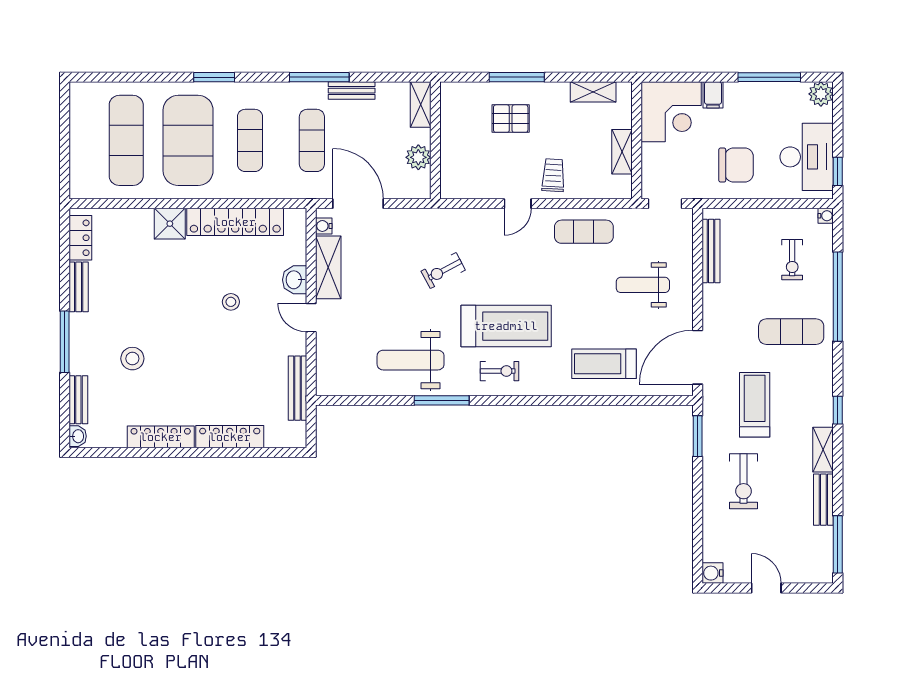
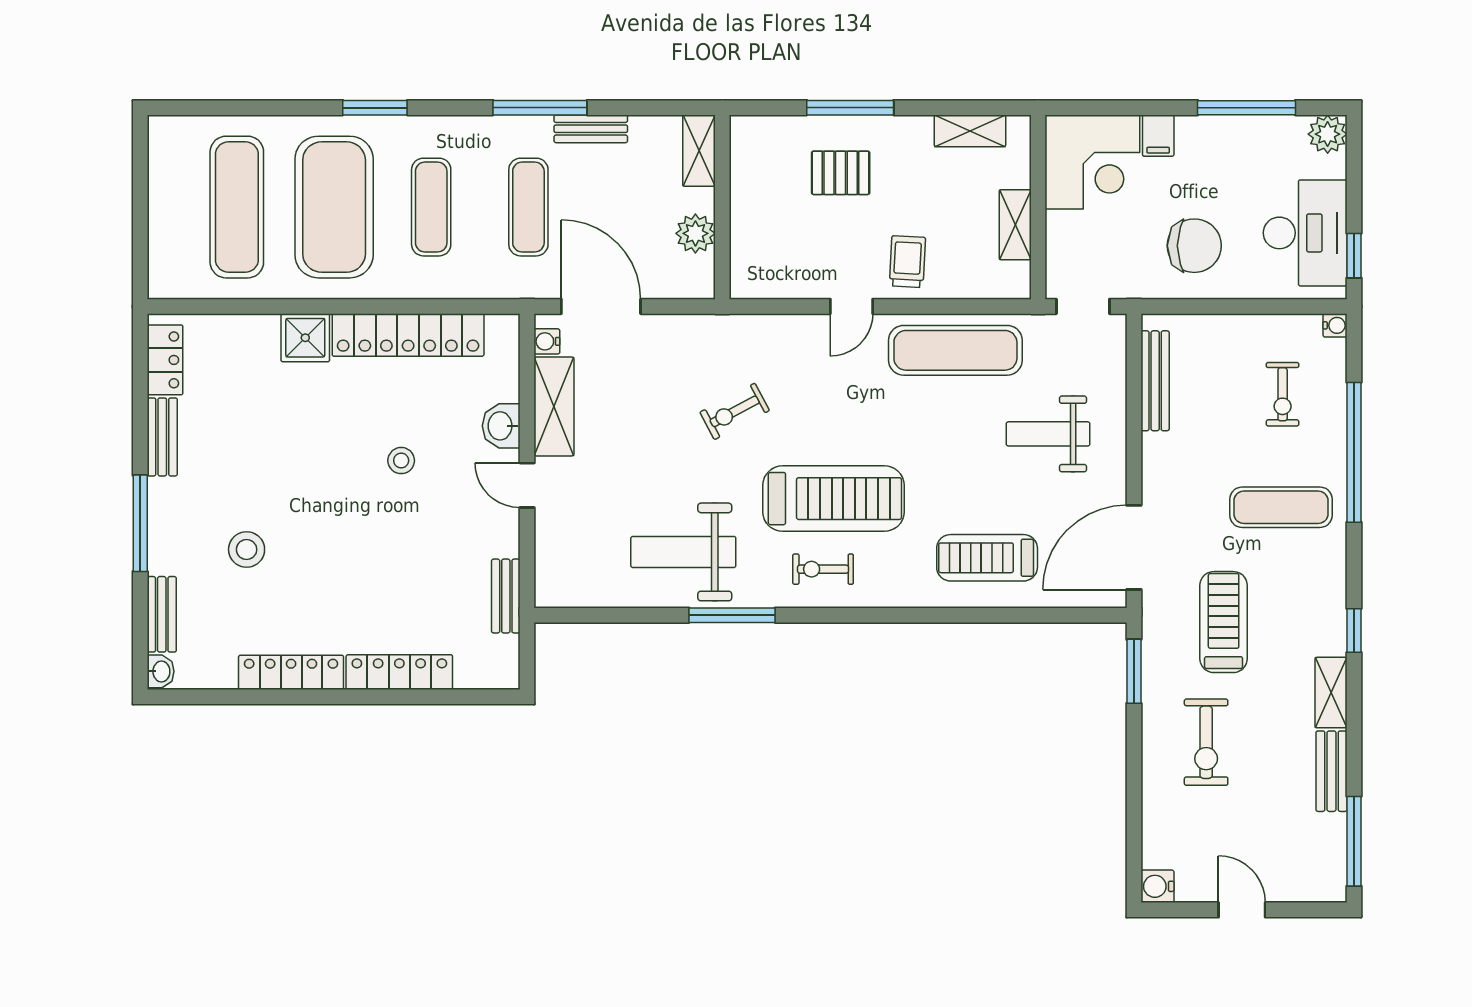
exercise mat: (584, 232) -> (955, 350), width x1.36, depth x1.45
exercise bike: (500, 371) -> (823, 569), turned 180
bench: (297, 388) -> (506, 596), width x0.73

